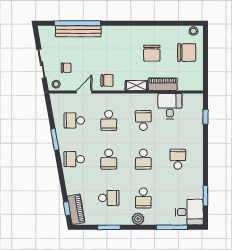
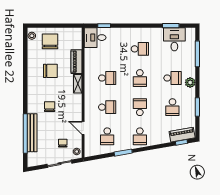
chair: (107, 80) -> (50, 107), moved
desk: (170, 106) -> (95, 38), moved
school desk: (143, 120) -> (107, 78), turned 180
school desk: (109, 159) -> (140, 107), turned -90
school desk: (143, 159) -> (140, 78), turned 90
school desk: (178, 159) -> (140, 49), turned 180
school desk: (109, 198) -> (172, 107), turned 180
desk: (189, 212) -> (174, 39), moved

